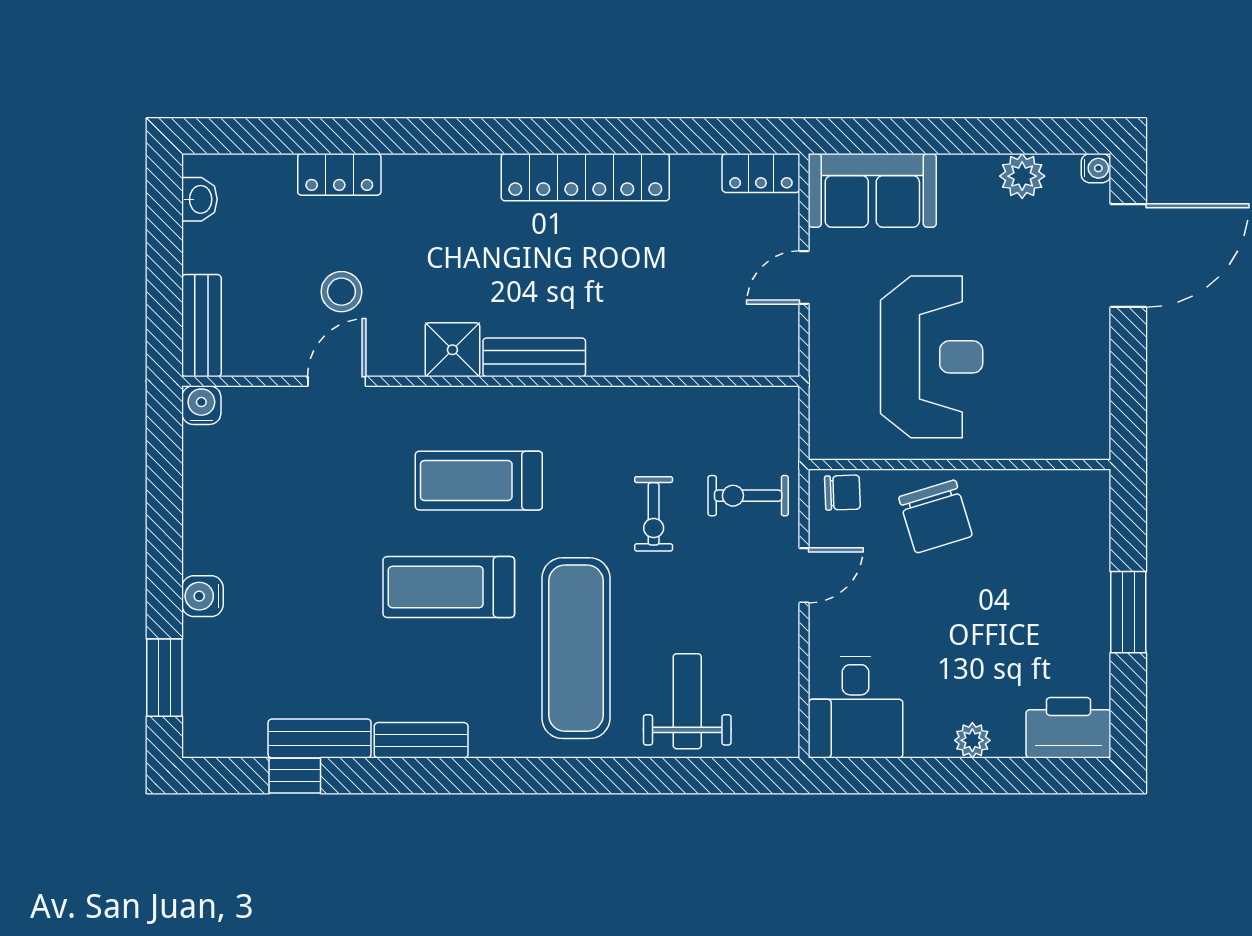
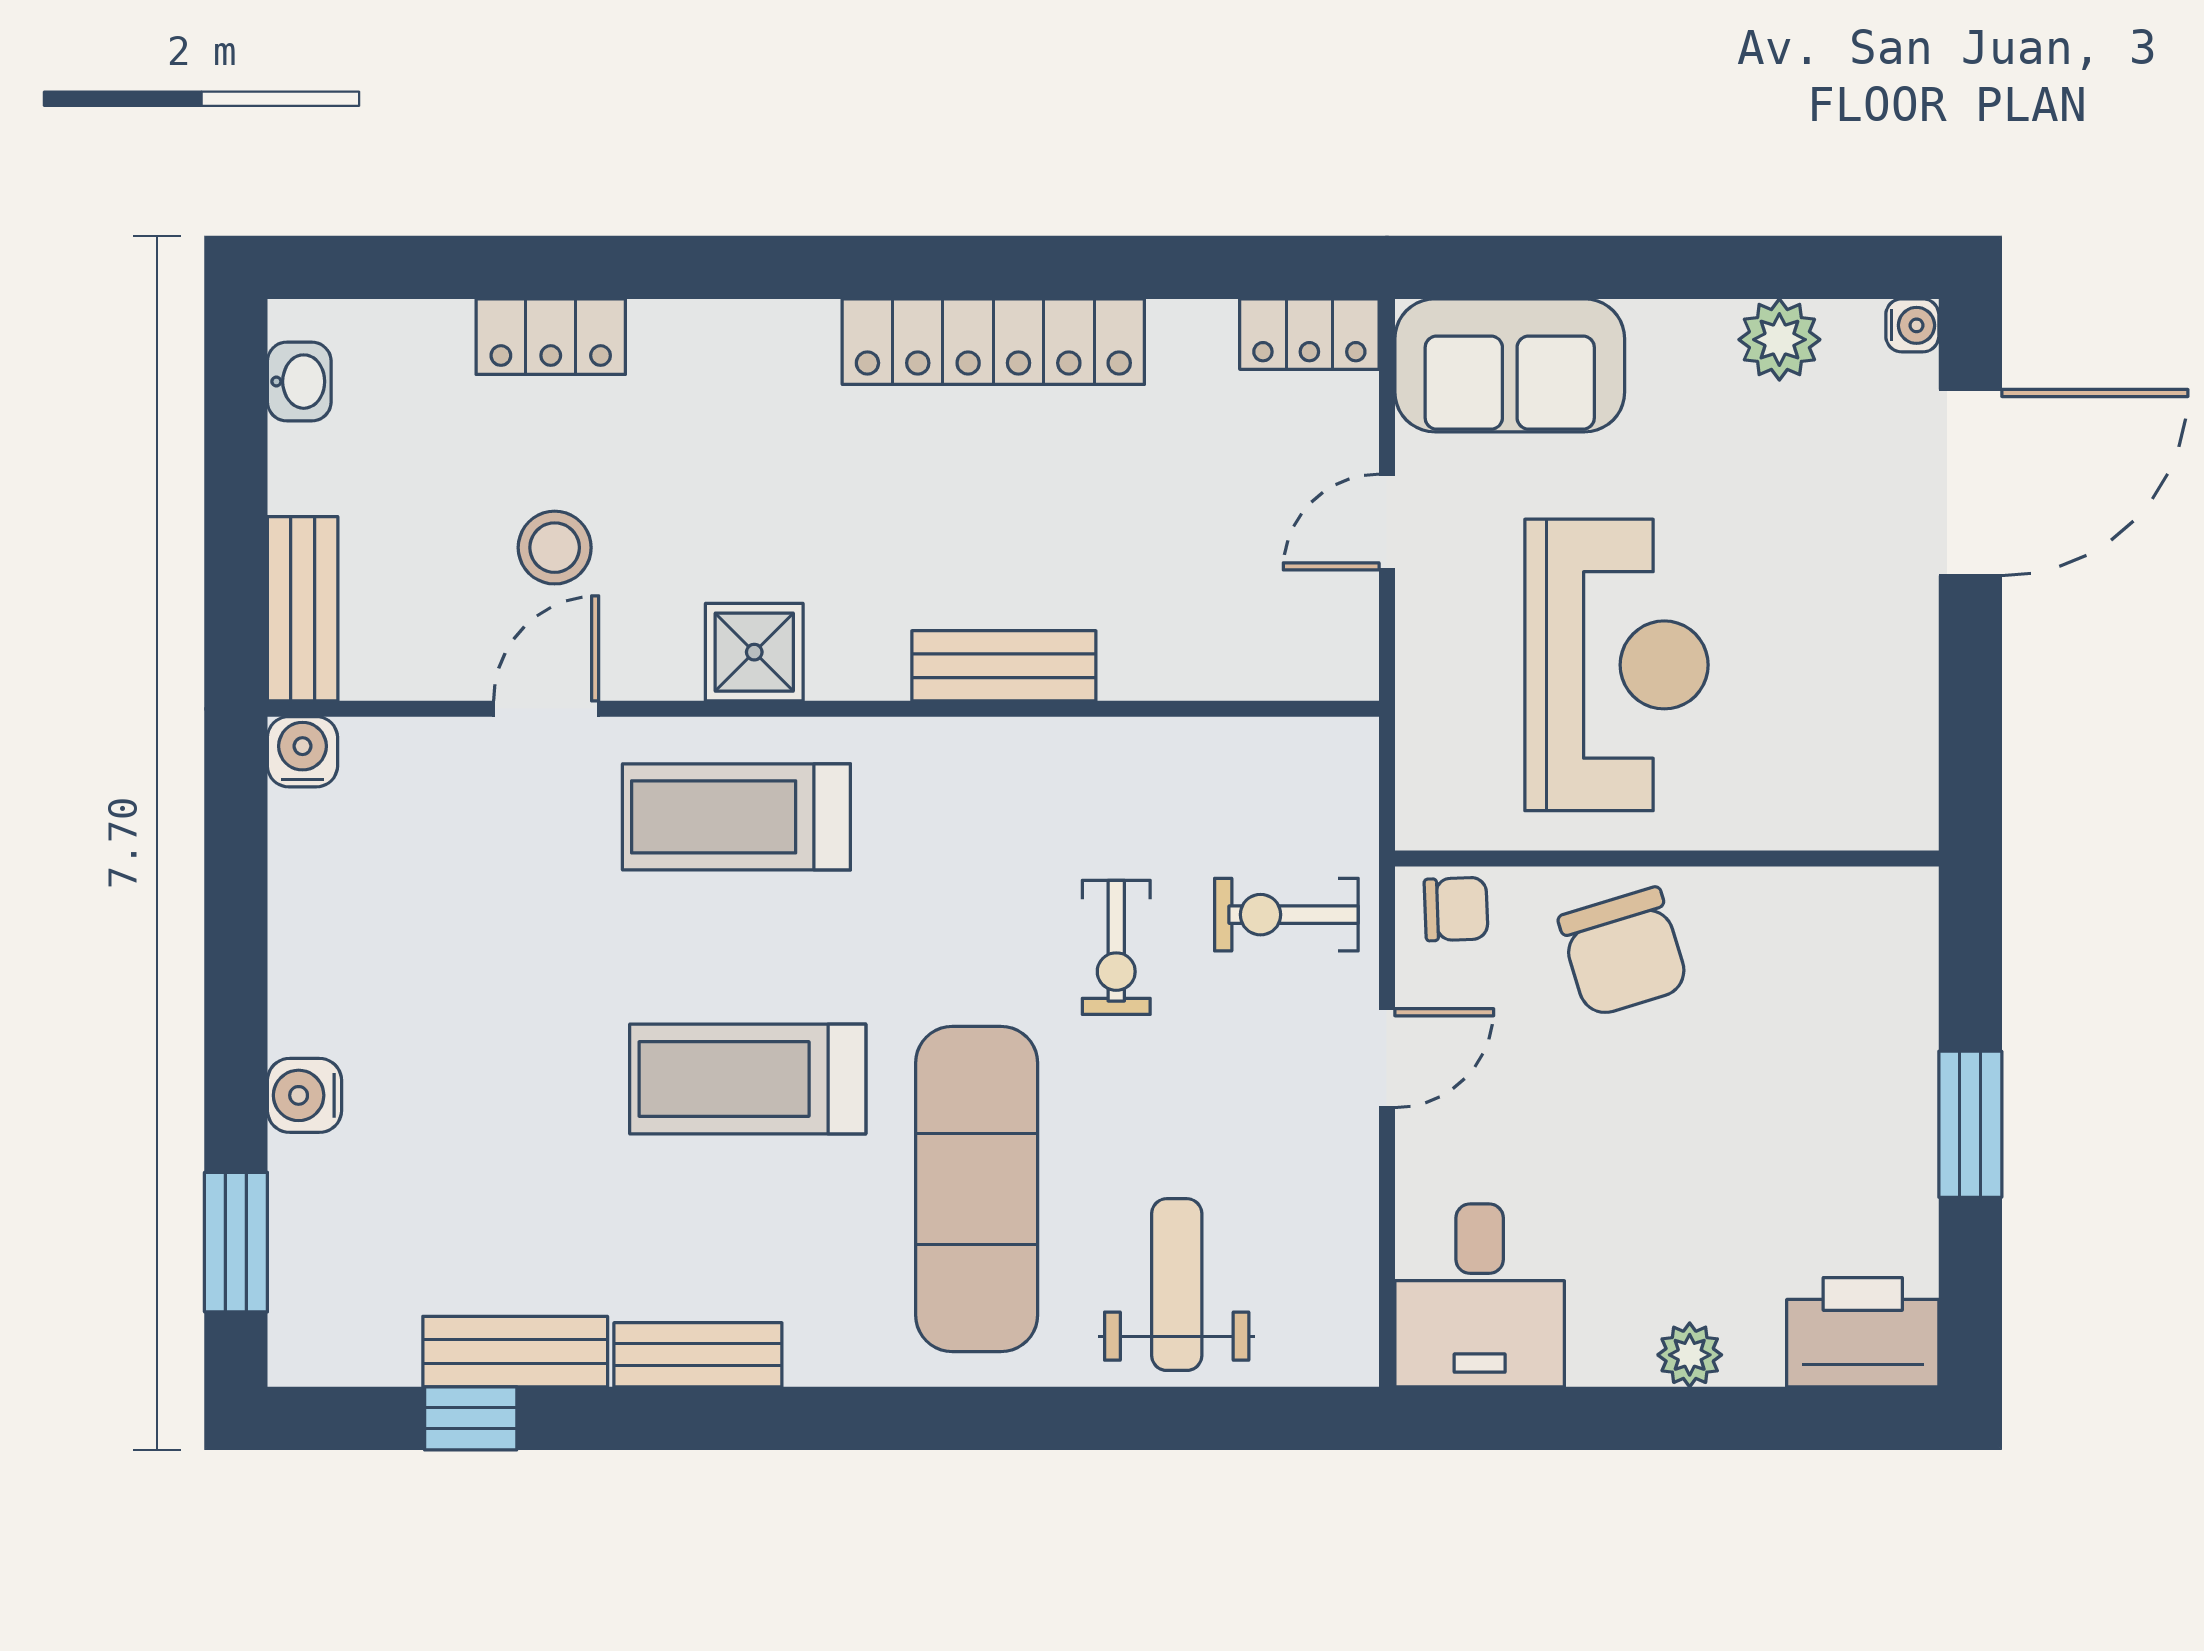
bench: (534, 357) -> (1004, 666), moved
treadmill: (479, 481) -> (736, 817), moved

